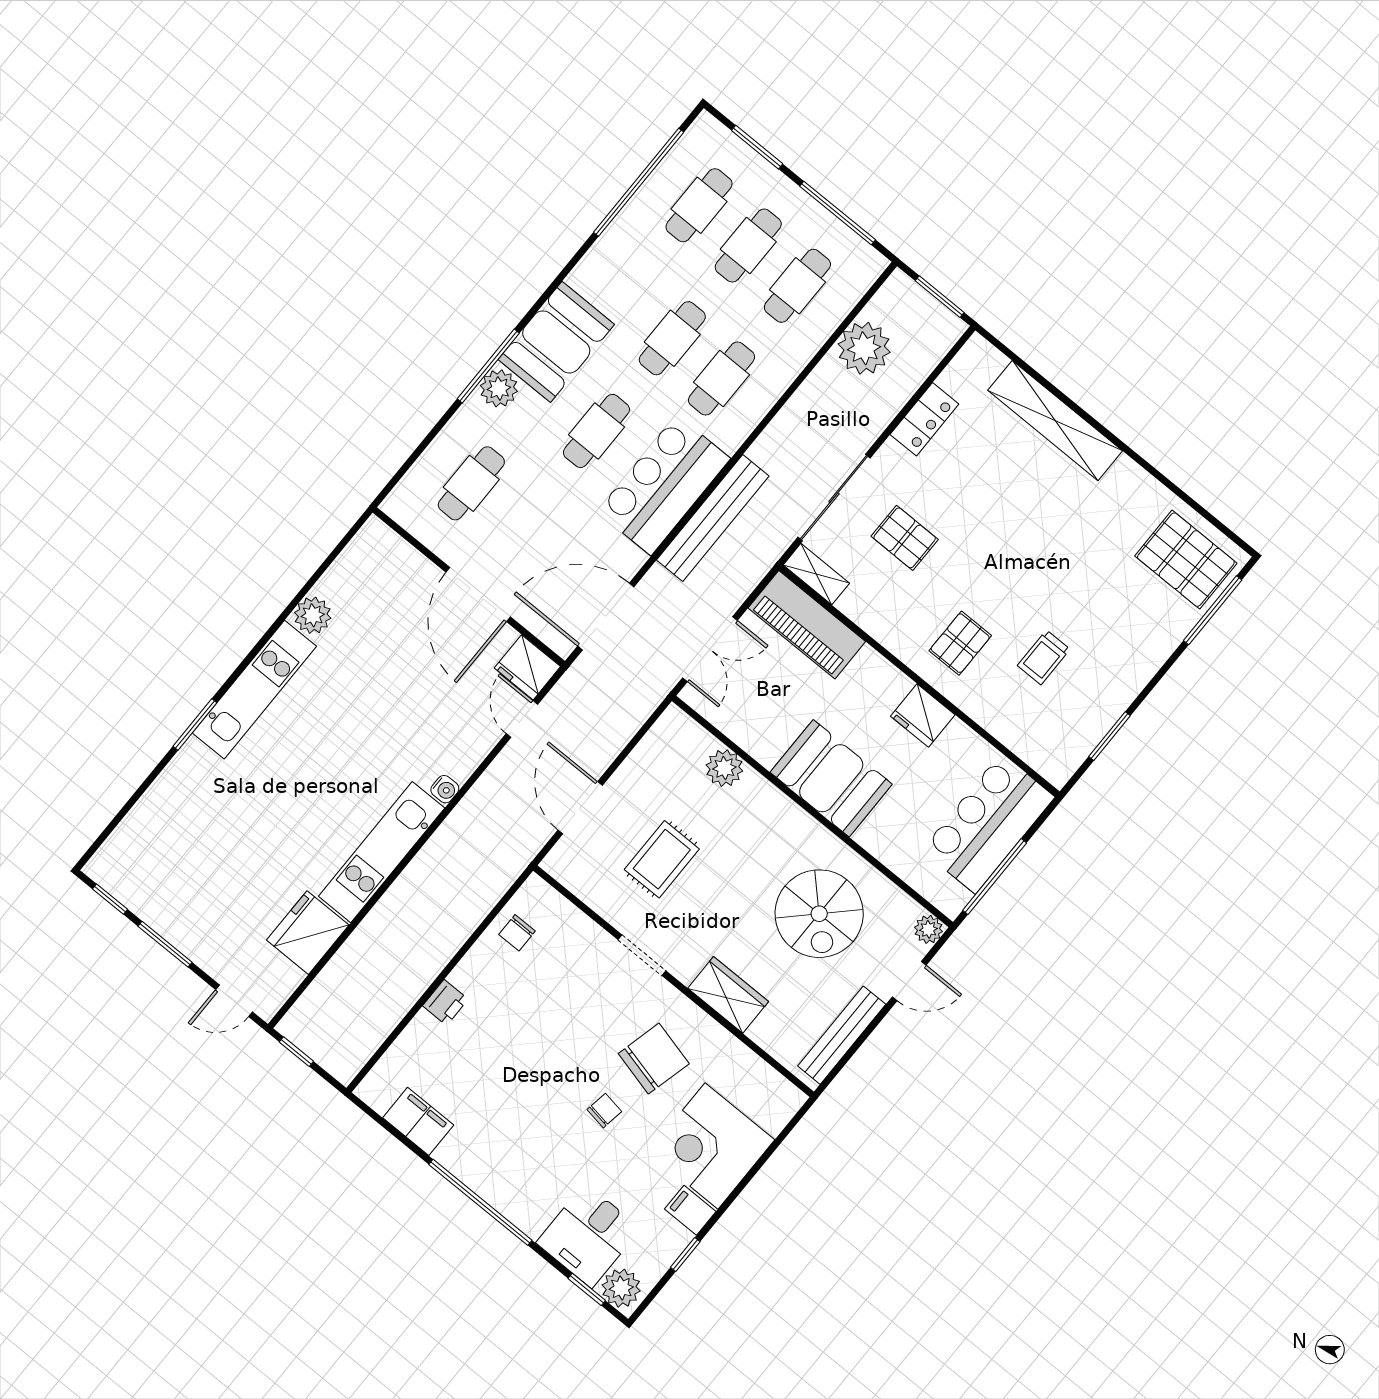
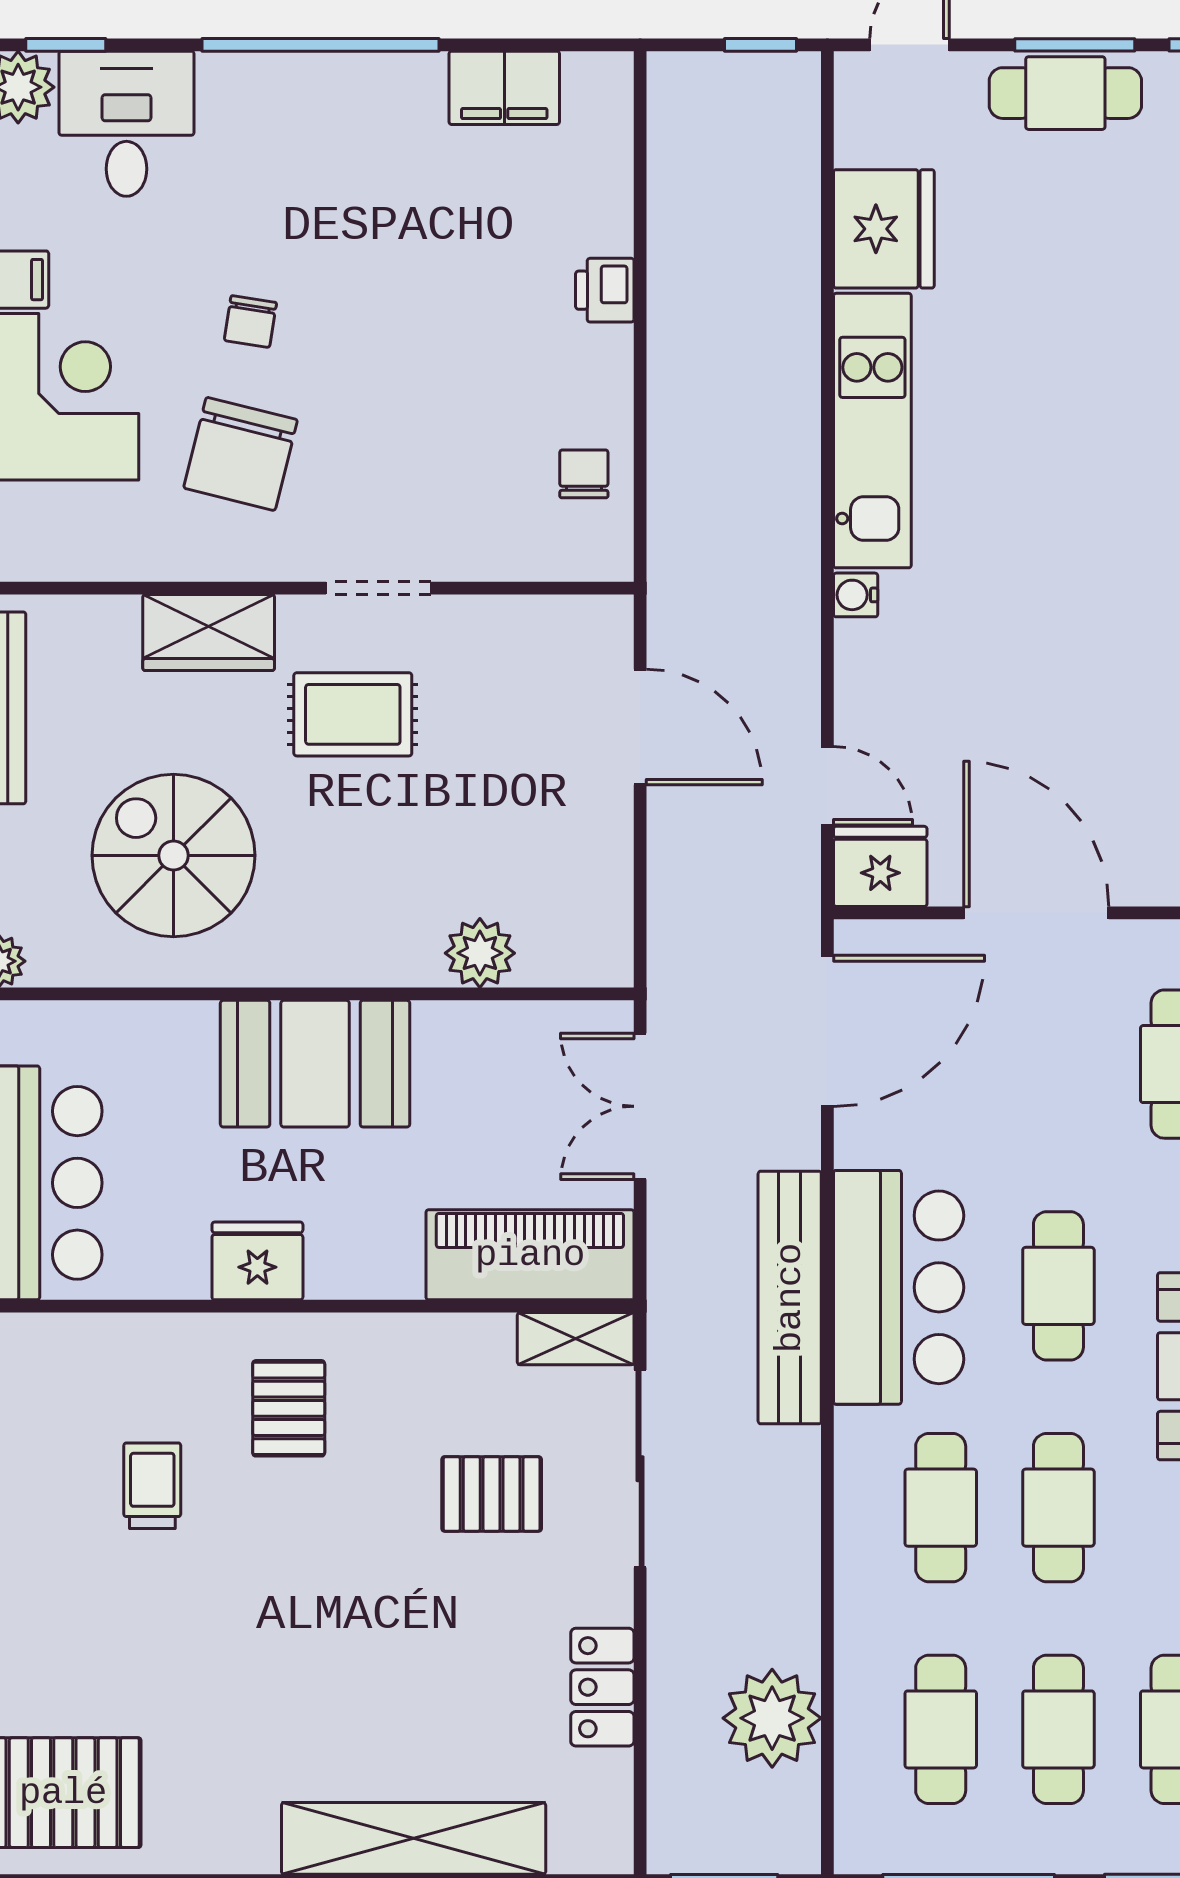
rug: (662, 859) -> (353, 714), moved, turned 90
cafe table: (185, 927) -> (1065, 93), added

